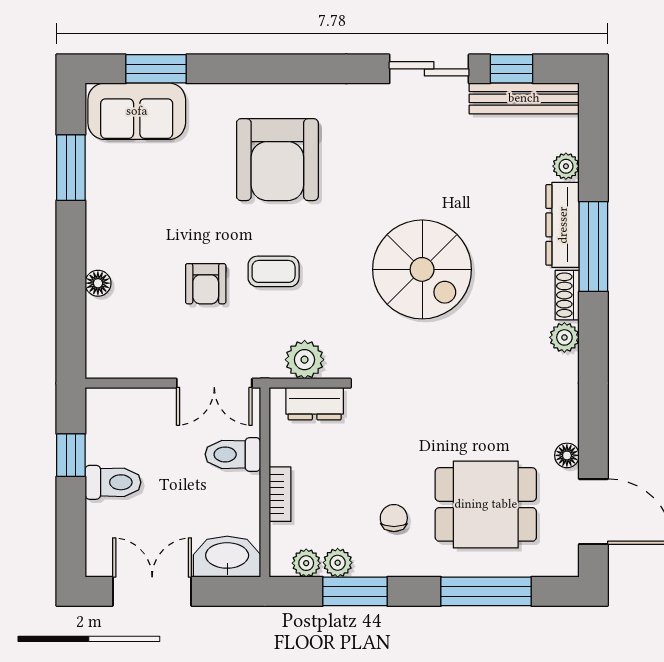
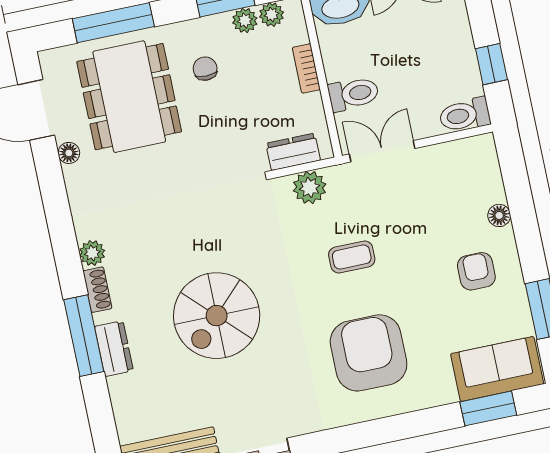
plant: (566, 166) -> (122, 399), removed
dresser: (563, 225) -> (114, 349), width x0.70
spiral stairs: (422, 269) -> (217, 316), moved, turned -90
armchair: (206, 284) -> (476, 271), moved
toilet: (113, 482) -> (465, 115), moved
dining table: (486, 504) -> (129, 97), width x1.38
chair: (394, 518) -> (205, 69), turned 180

